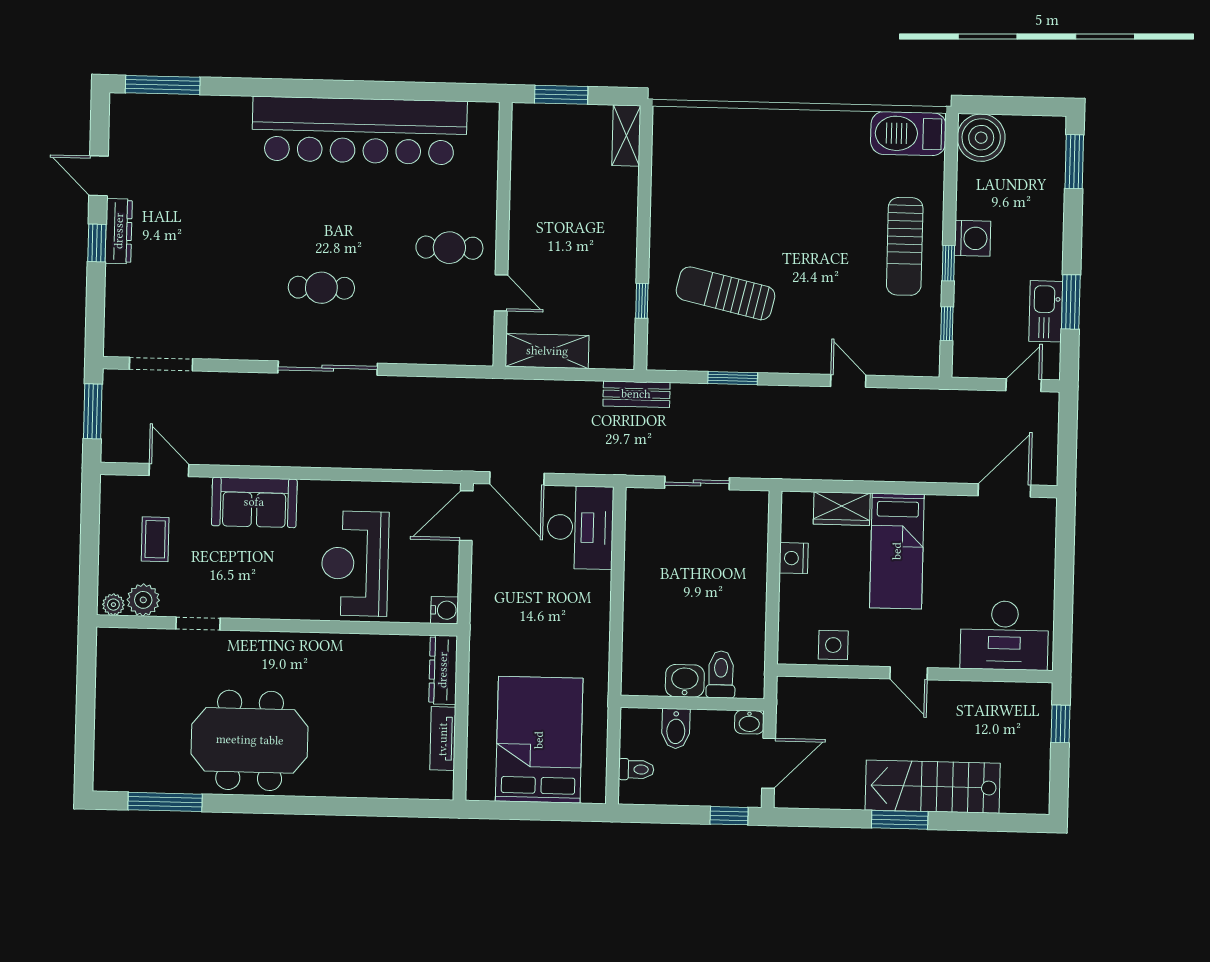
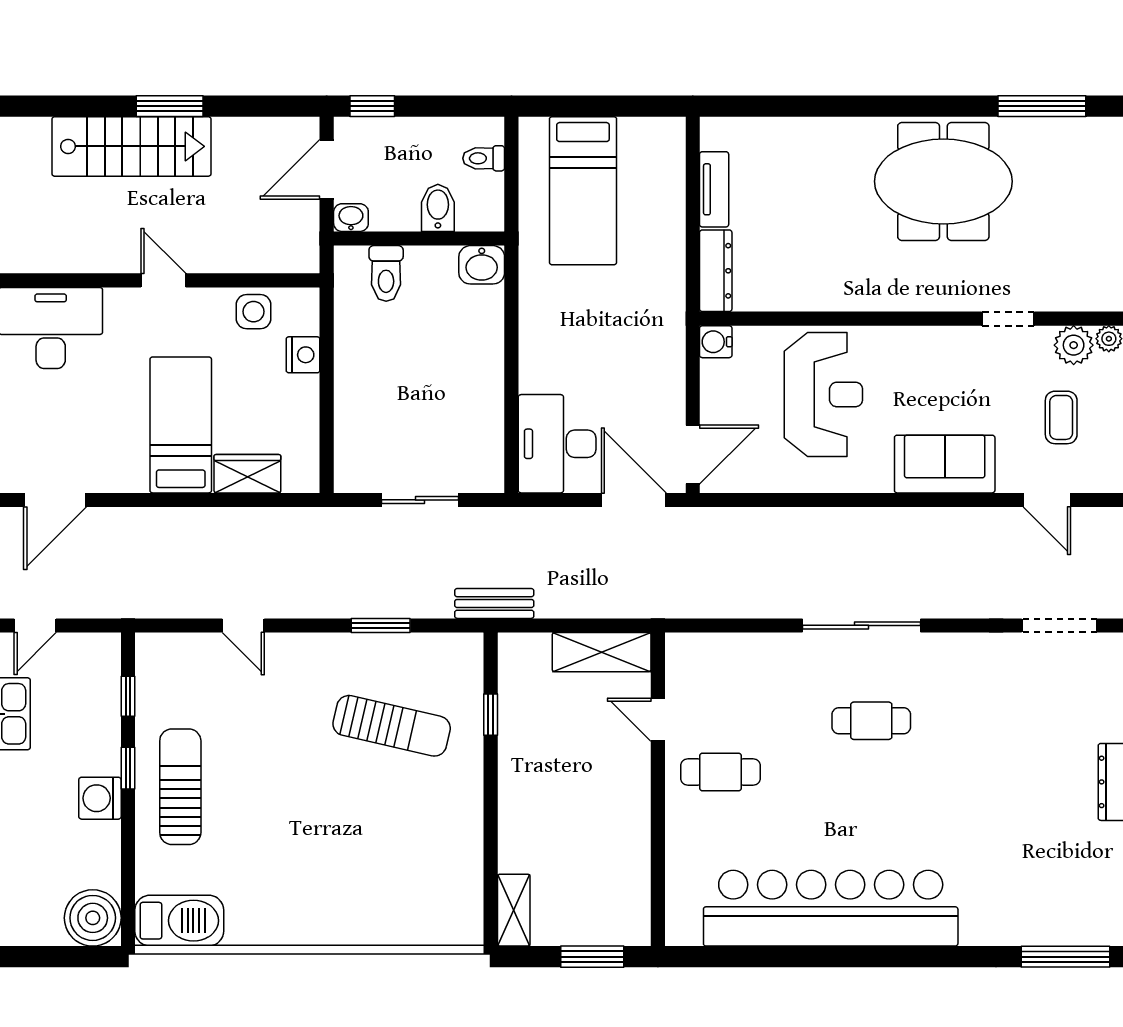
nightstand: (794, 558) -> (303, 355), moved
washbasin: (685, 681) -> (482, 265), moved
bed: (539, 740) -> (583, 191), width x0.67

